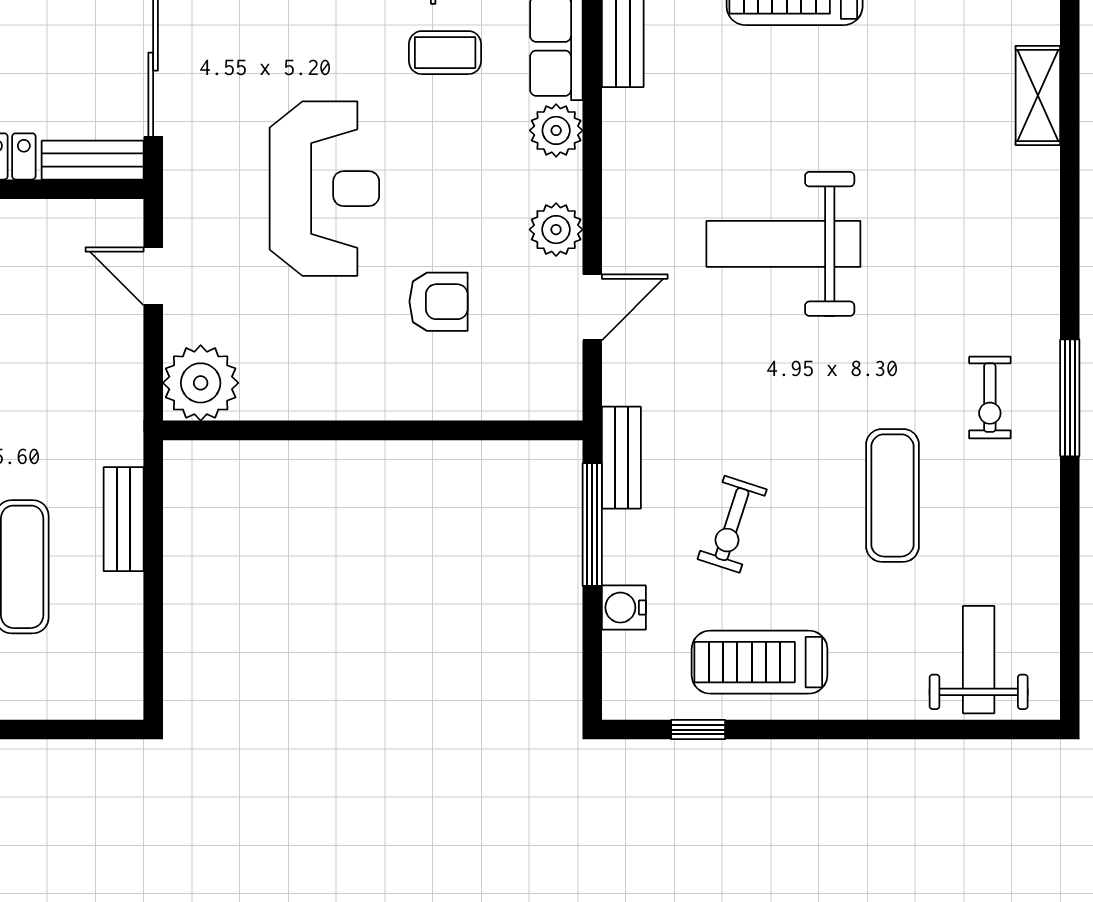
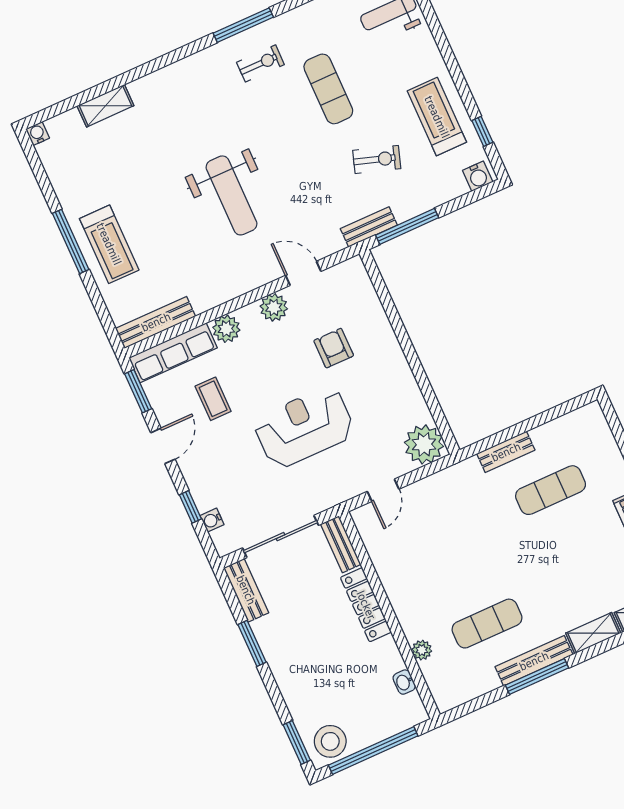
exercise mat: (892, 495) -> (328, 89), turned 90
water cooler: (624, 608) -> (478, 176), moved
treadmill: (760, 662) -> (437, 117), turned 180

